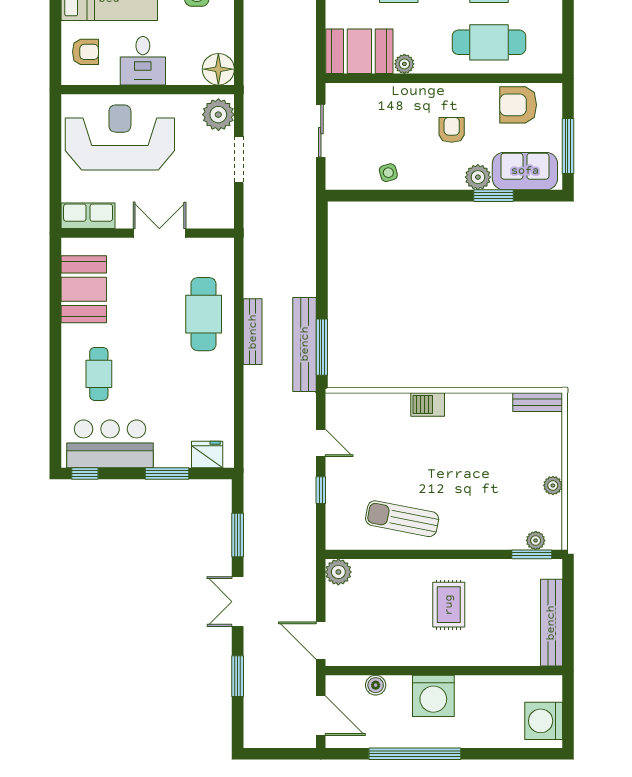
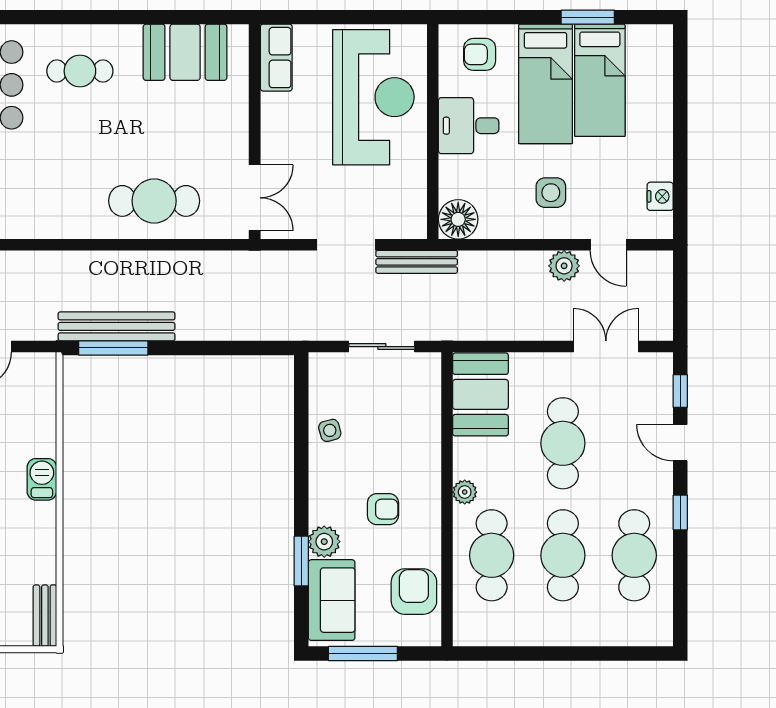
armchair: (85, 52) -> (480, 54), turned 90
plant: (404, 64) -> (465, 492), moved
plant: (218, 115) -> (402, 219), removed
double door: (159, 233) -> (255, 198), moved
bench: (253, 332) -> (417, 262), moved

